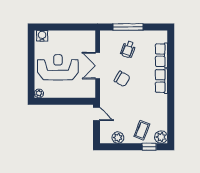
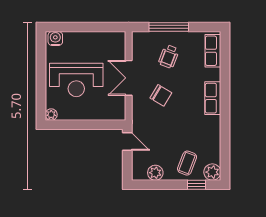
row of seats: (161, 55) -> (213, 51), moved
reception desk: (58, 67) -> (76, 80), turned 180

